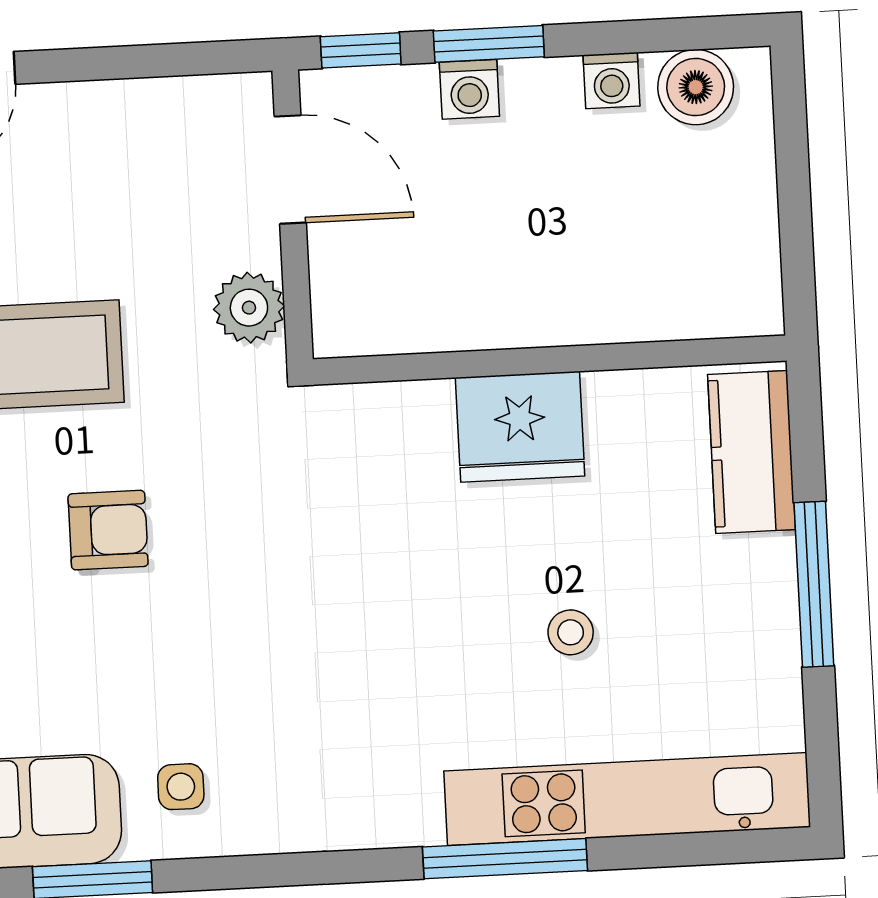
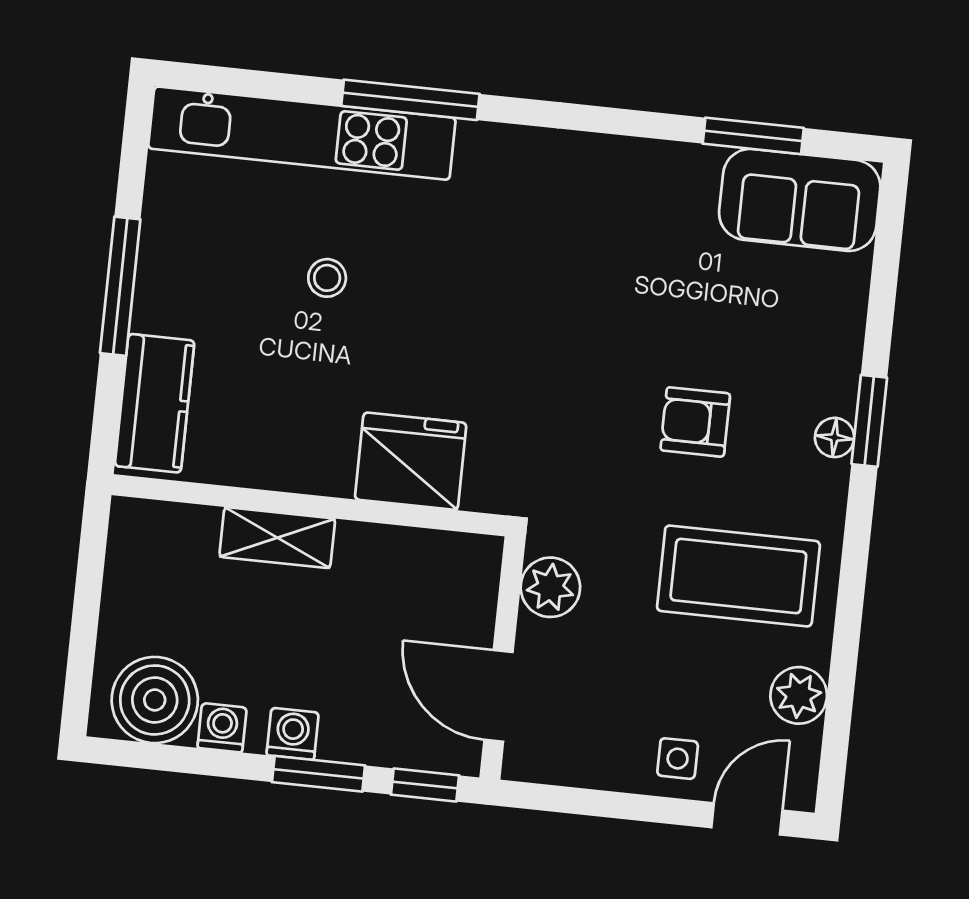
boiler: (696, 87) -> (155, 700), width x1.37, depth x1.37
washing machine: (469, 89) -> (293, 734), moved
shelving: (581, 316) -> (277, 538), added
fridge: (520, 427) -> (411, 461), moved
side table: (181, 787) -> (678, 759), moved

